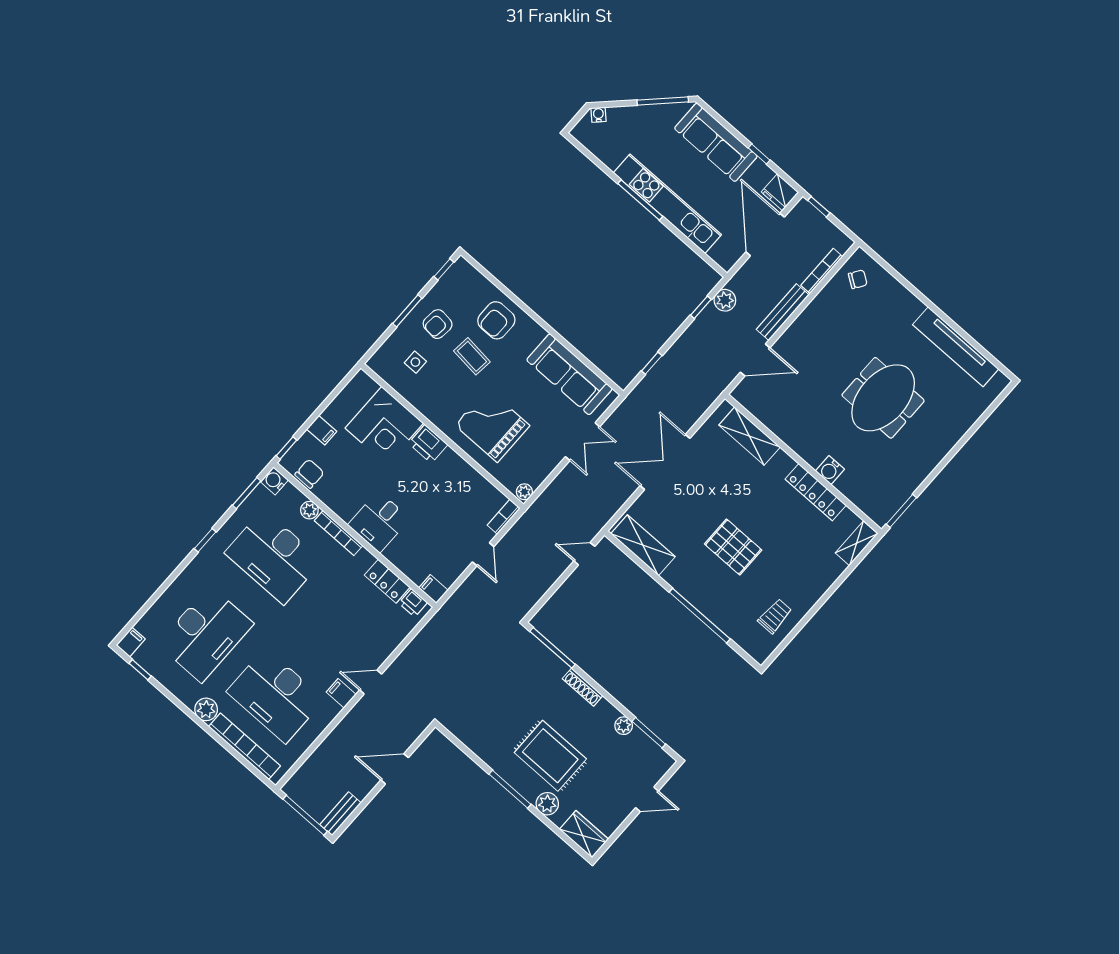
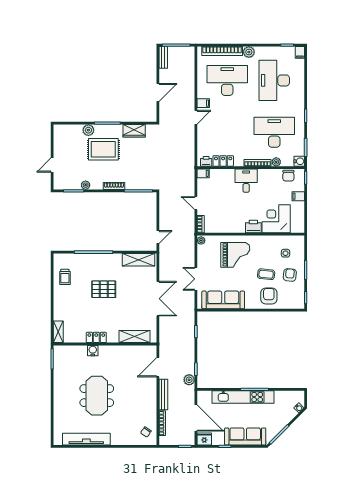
locker: (816, 492) -> (96, 337), width x0.66
wardrobe: (584, 834) -> (134, 131), moved

